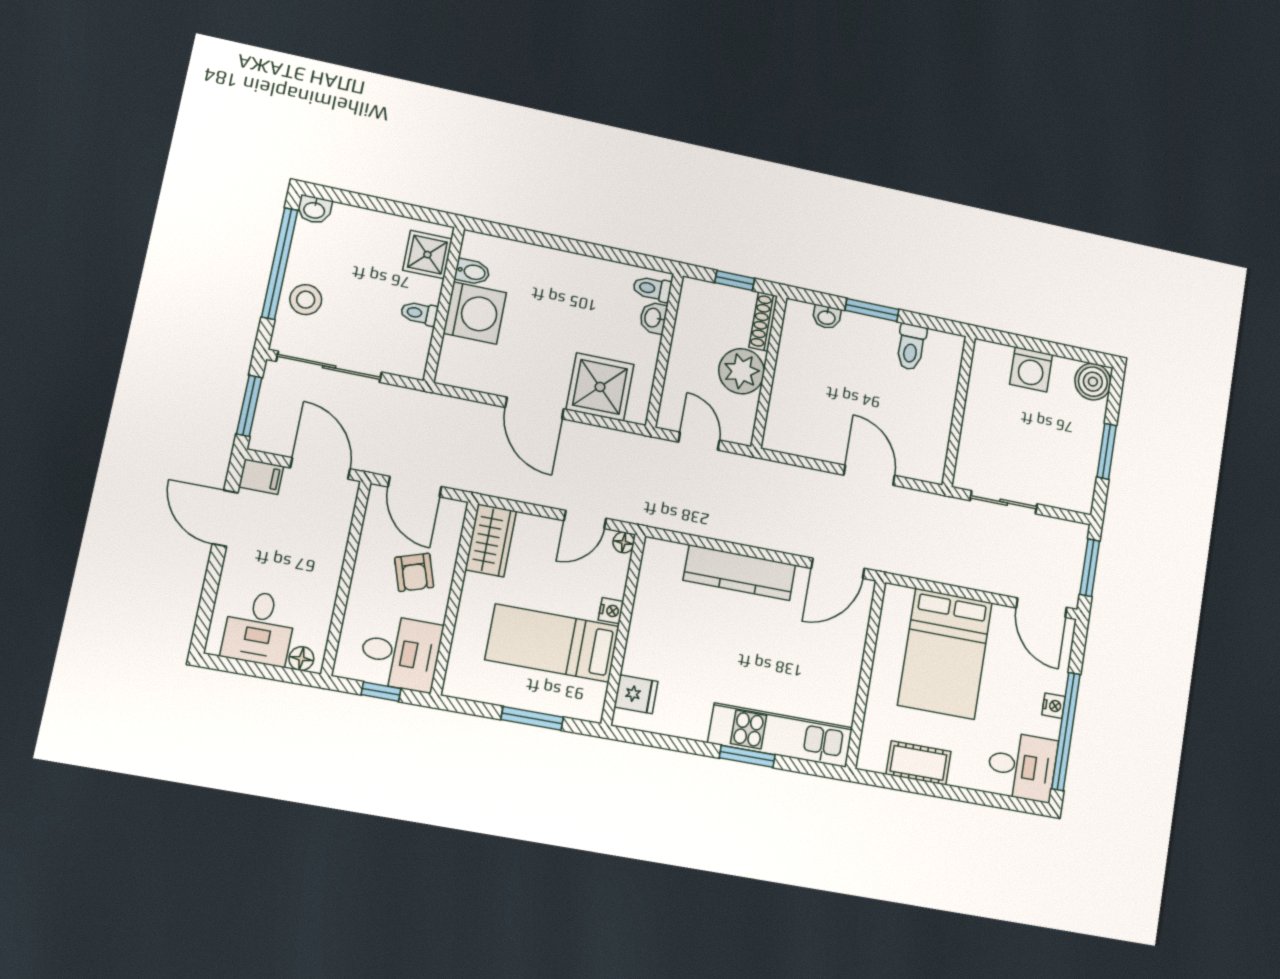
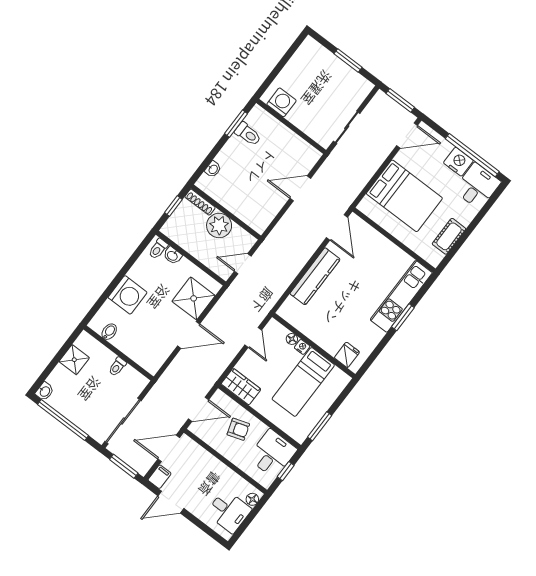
shower: (427, 255) -> (74, 360), moved
stool: (306, 300) -> (86, 416), removed
window: (872, 310) -> (236, 124), moved
washing machine: (475, 313) -> (128, 295), moved, turned 90
washing machine: (1031, 369) -> (282, 102), moved, turned -90
boiler: (1093, 382) -> (310, 49), removed
floor lamp: (624, 542) -> (292, 339), moved
nightstand: (1053, 706) -> (458, 162), width x1.89, depth x1.79
window: (532, 718) -> (320, 426), moved

